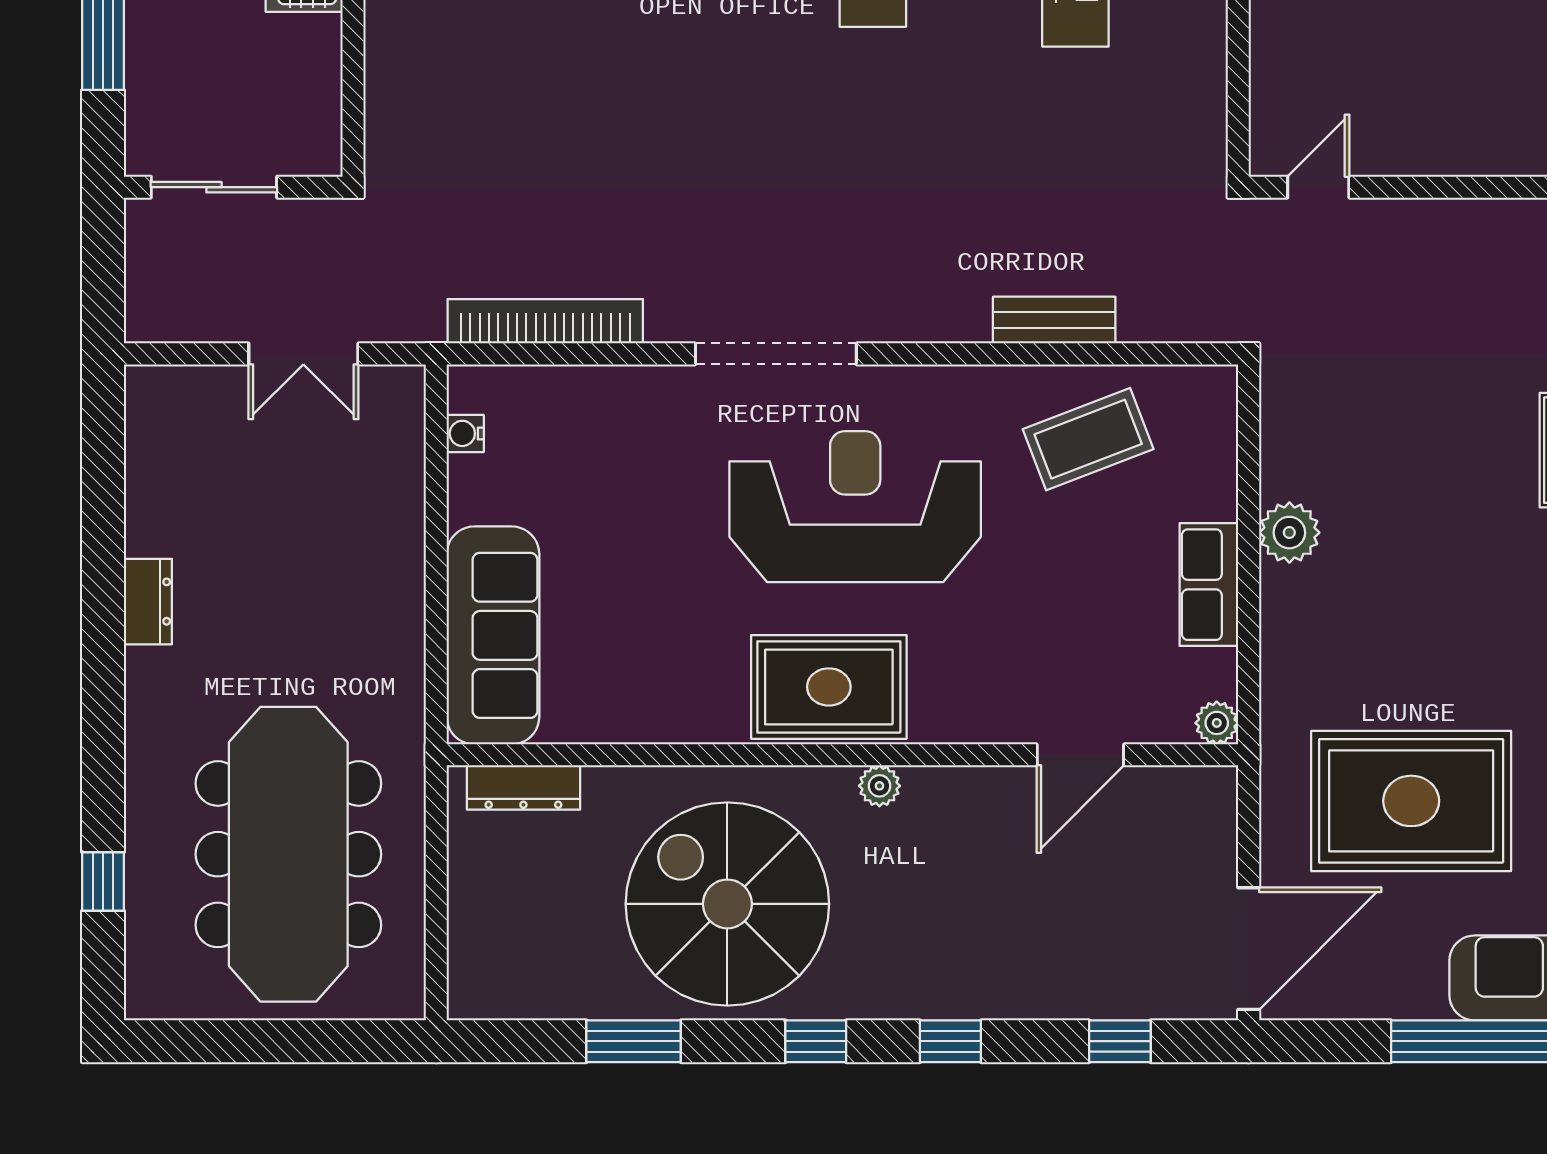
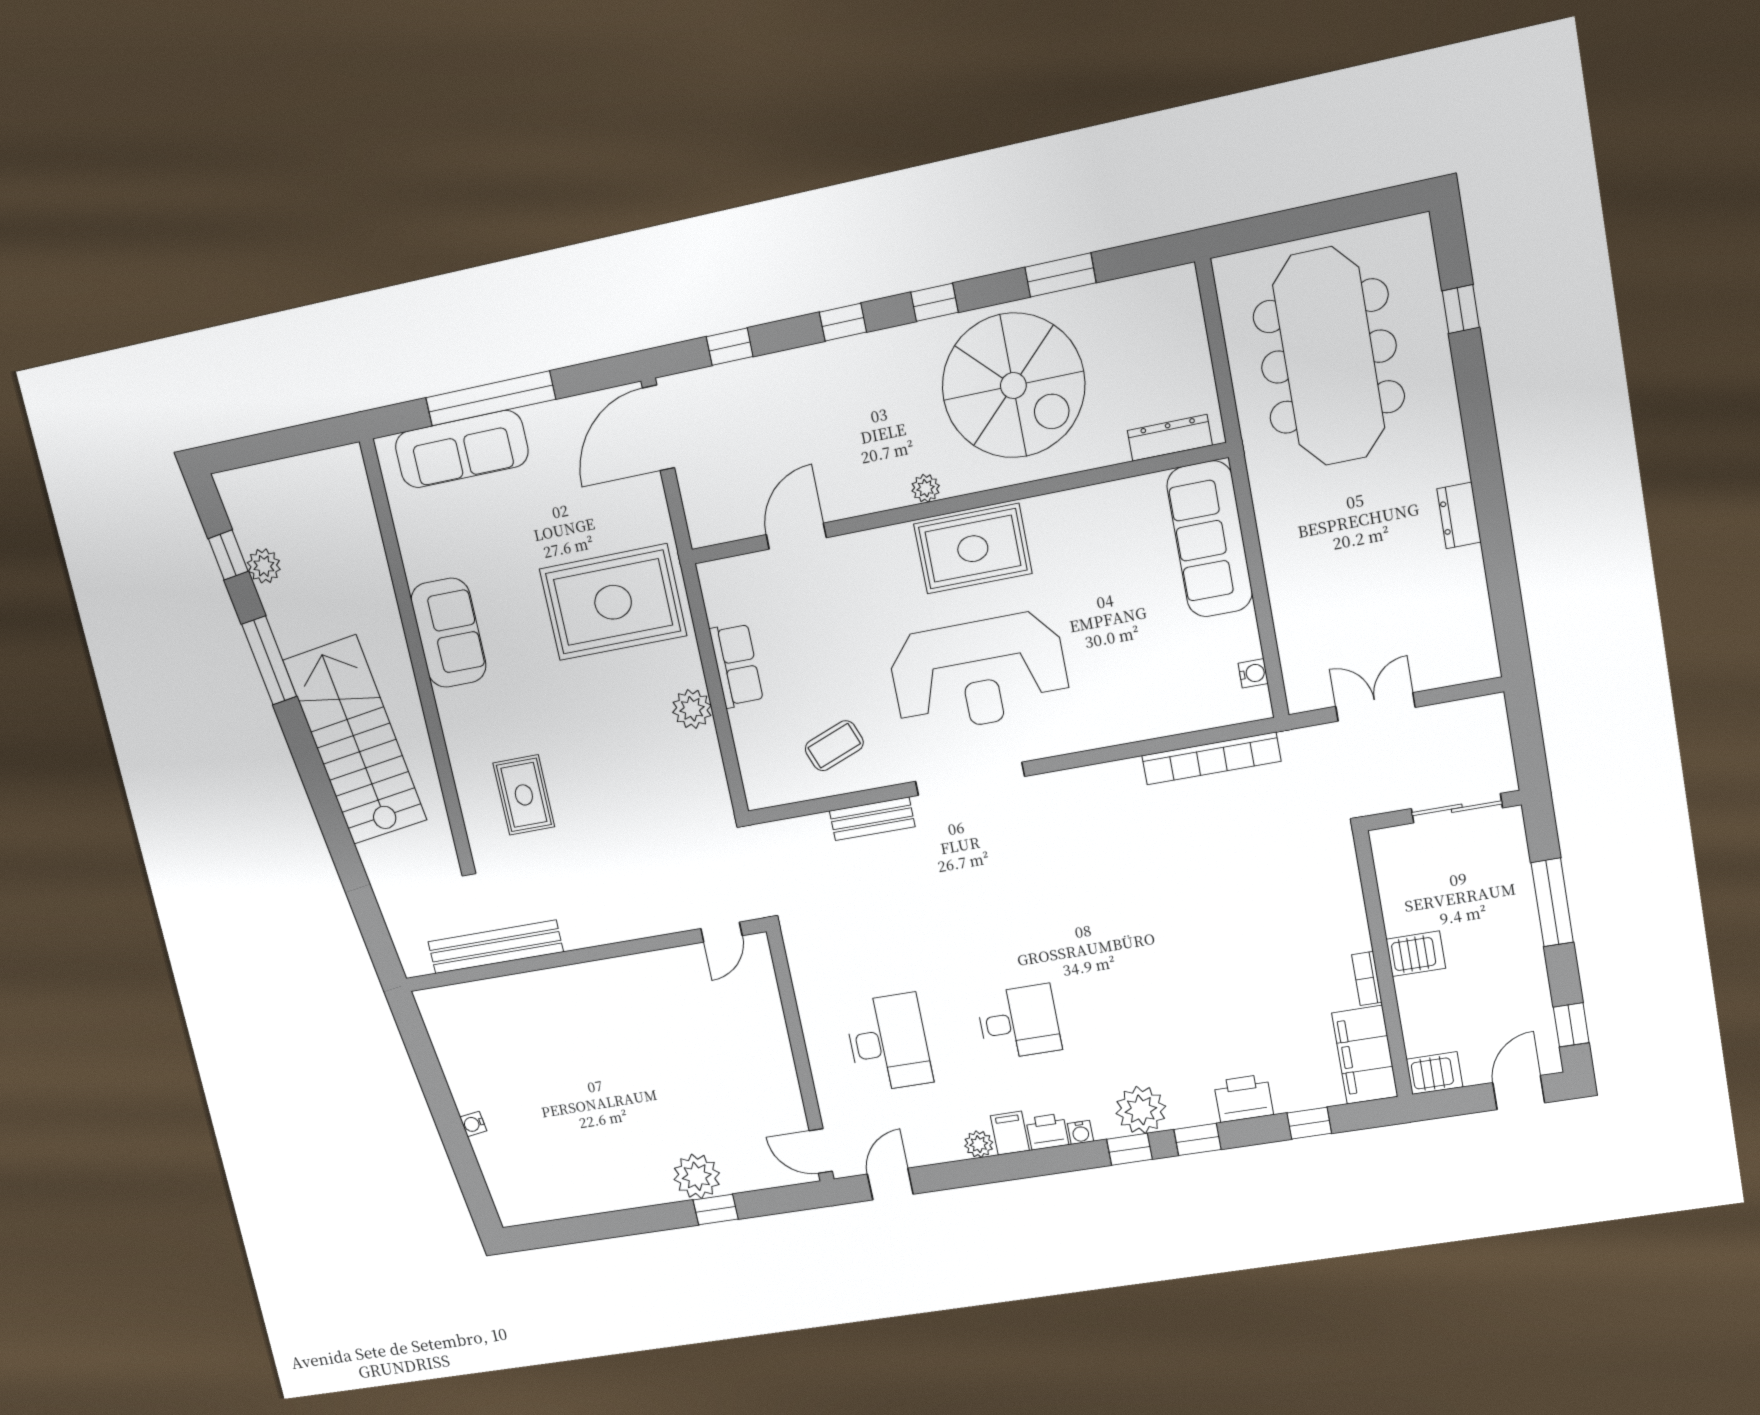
doorway: (776, 354) -> (970, 779), moved
coffee table: (1088, 439) -> (834, 746), width x0.73, depth x0.77
plant: (1217, 723) -> (712, 575), removed
rug: (1411, 801) -> (613, 602), moved

